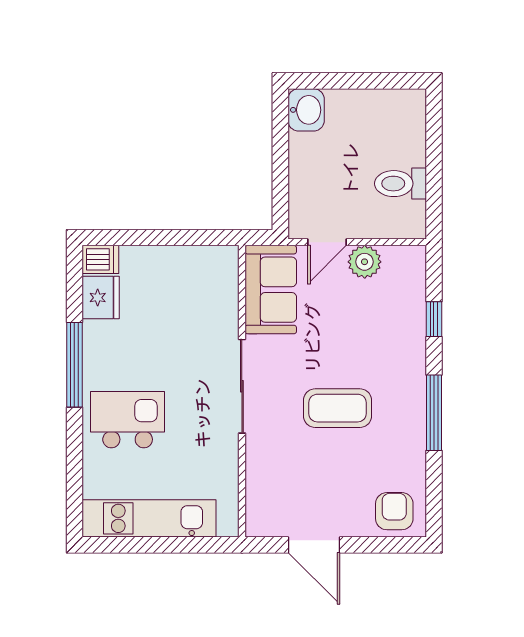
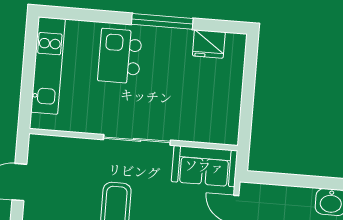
dishwasher: (100, 259) -> (236, 46), removed
kitchen island: (128, 420) -> (120, 56), turned 180

